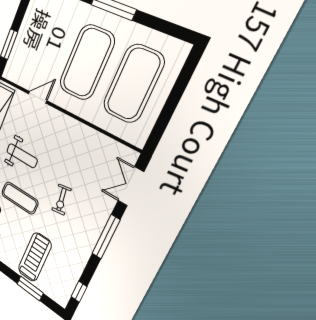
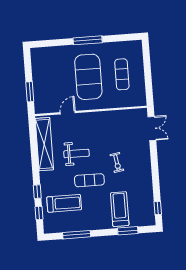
exercise mat: (133, 84) -> (122, 74), width x0.50, depth x0.69
double door: (131, 186) -> (152, 128), swing flipped
window: (106, 237) -> (155, 165), removed

